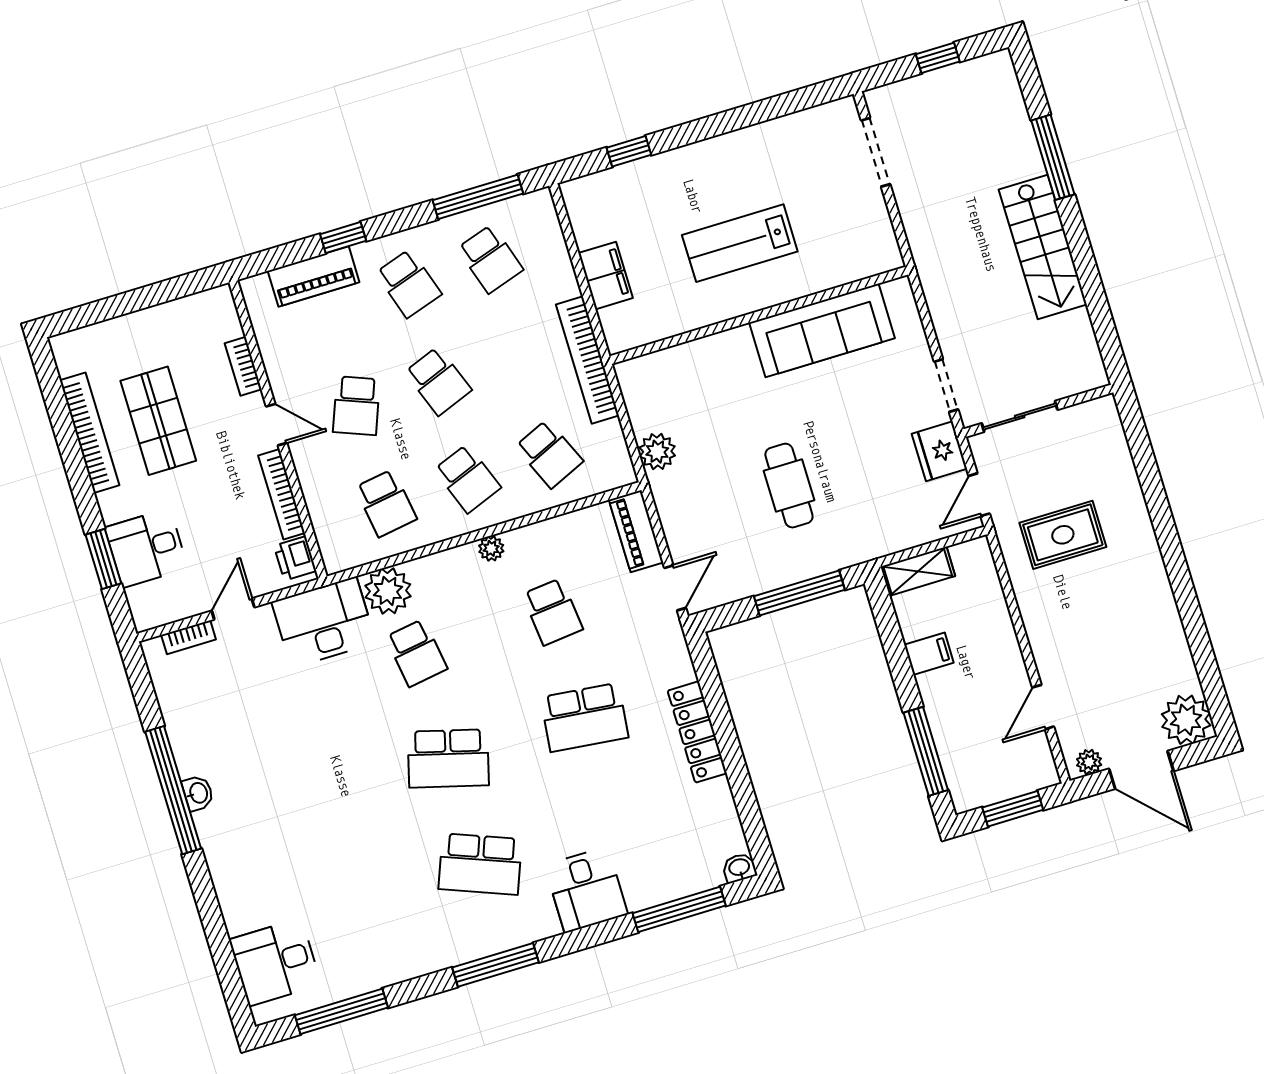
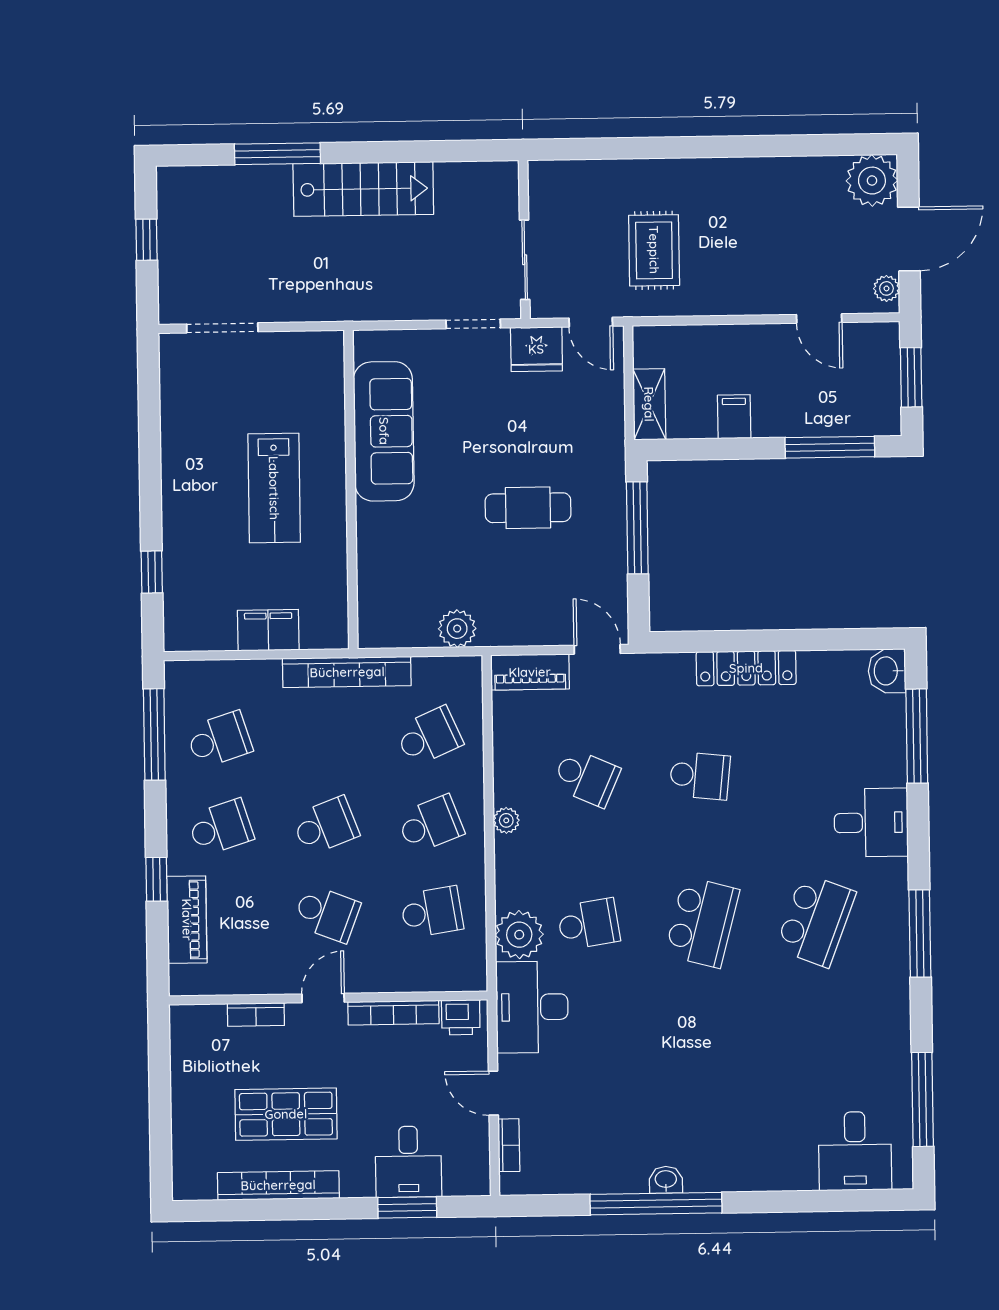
school desk: (553, 612) -> (586, 777), turned 30
school desk: (584, 717) -> (700, 776), width x0.54
washbasin: (739, 868) -> (887, 671), width x1.38, depth x1.45

